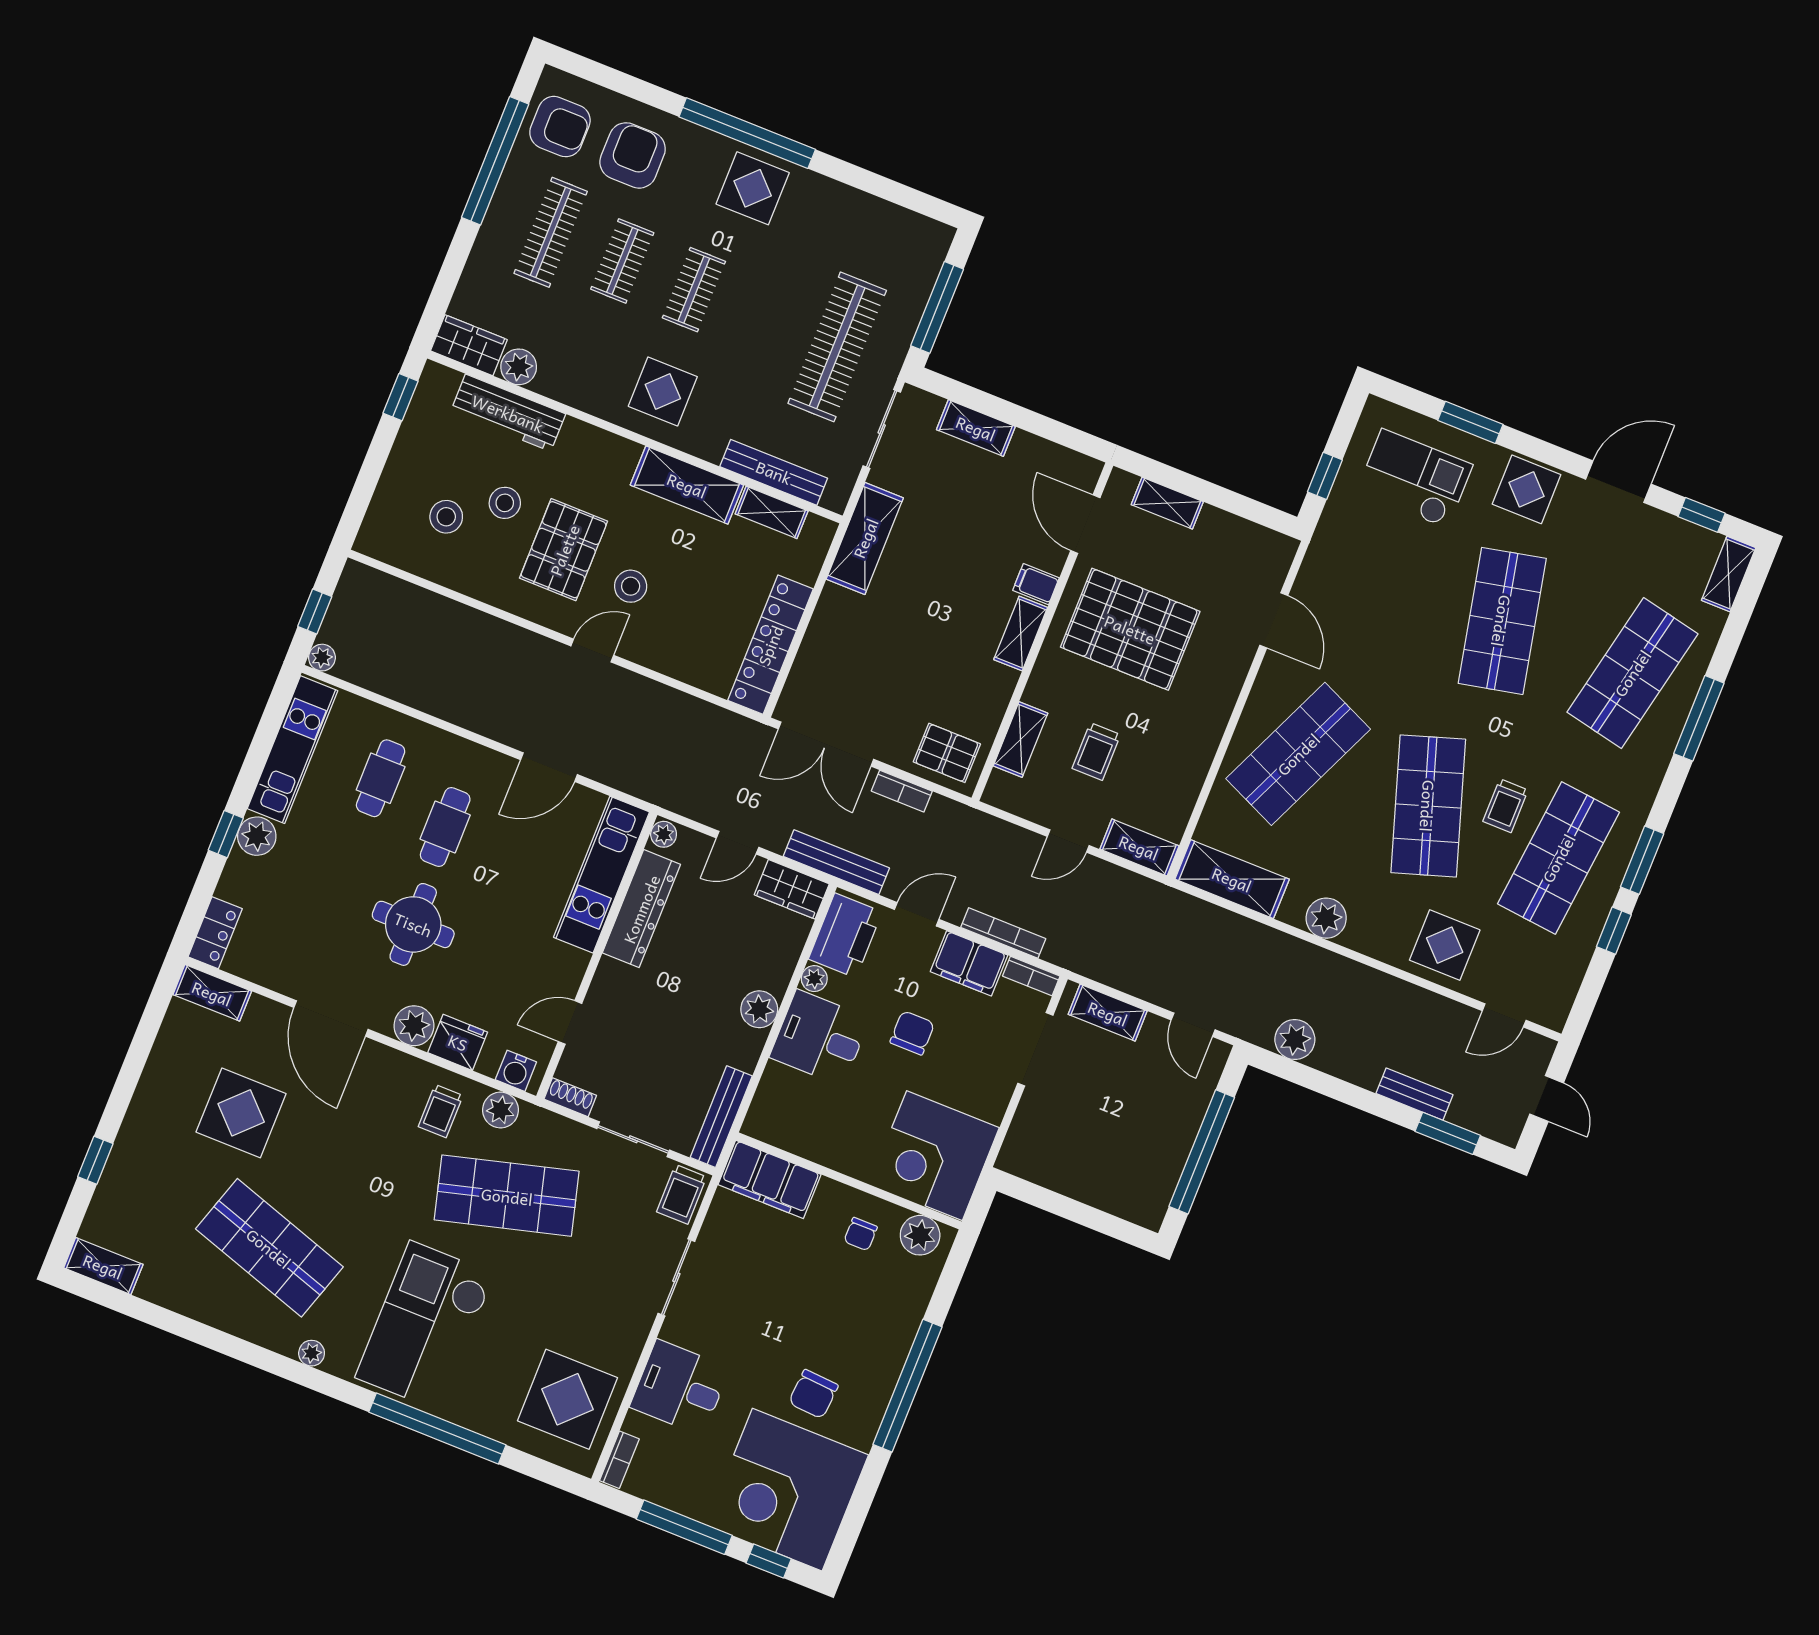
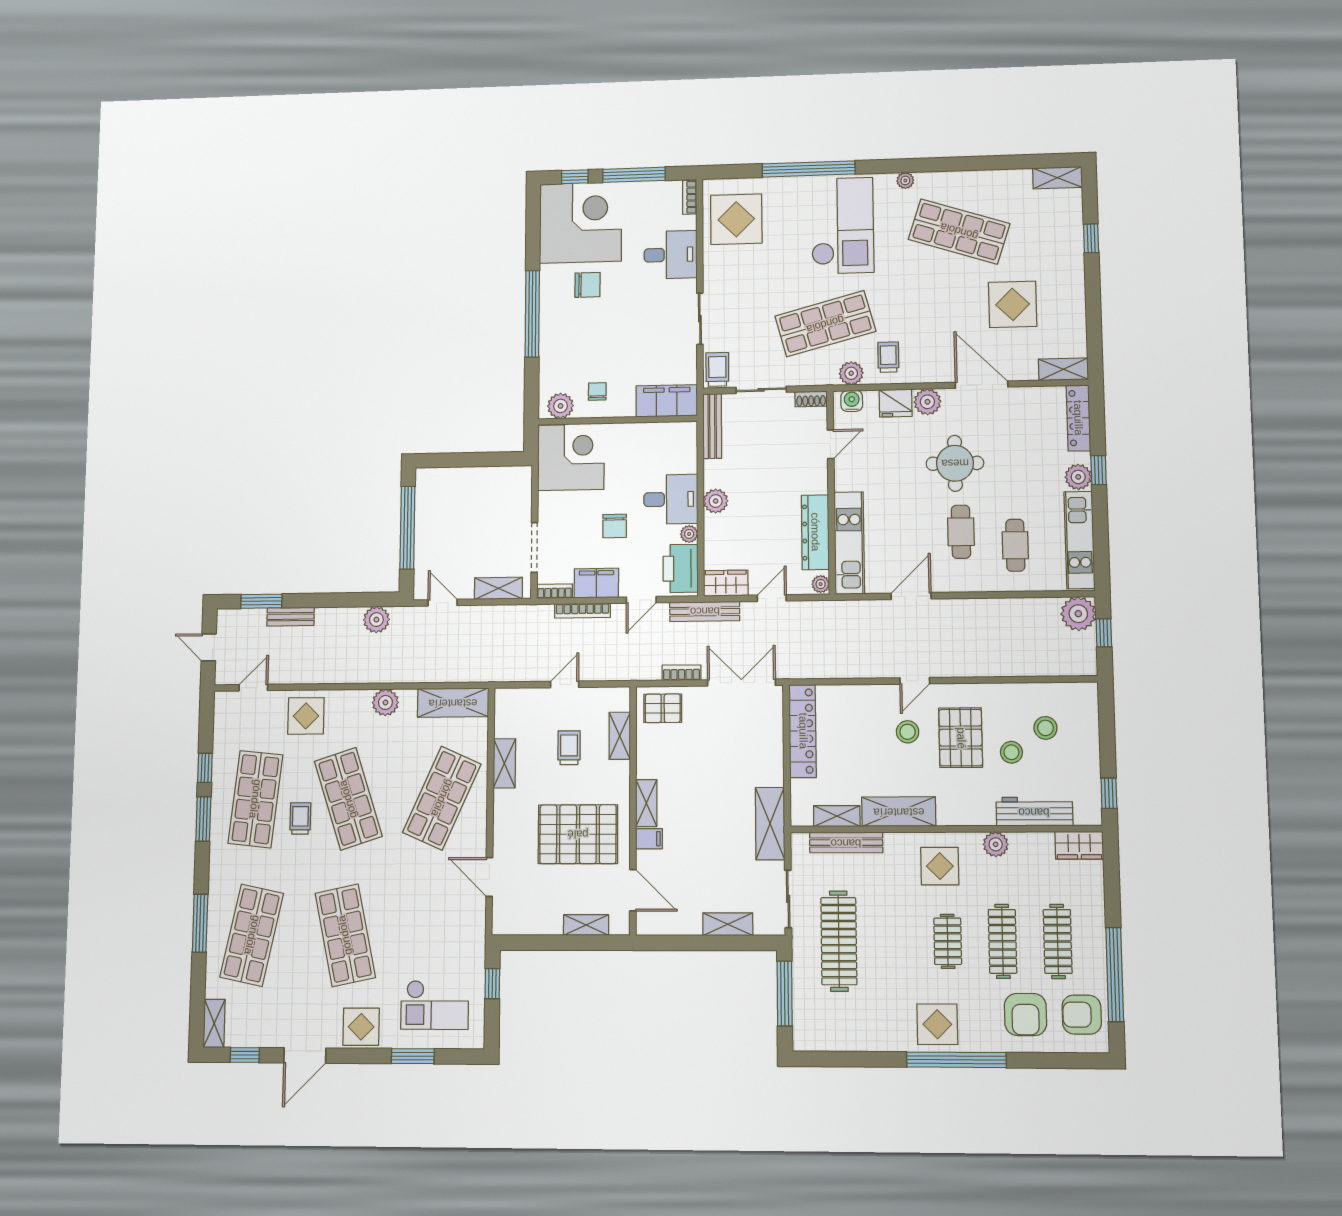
clothes rail: (622, 261) -> (1002, 941), width x1.36
plant: (519, 367) -> (996, 844), moved
plant: (322, 658) -> (1078, 614), width x1.88, depth x1.88
shelving: (1139, 847) -> (504, 763), moved, turned 90
locker: (215, 933) -> (1078, 418), width x1.53
chair: (813, 1394) -> (587, 285), turned 86

